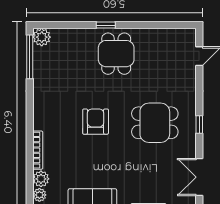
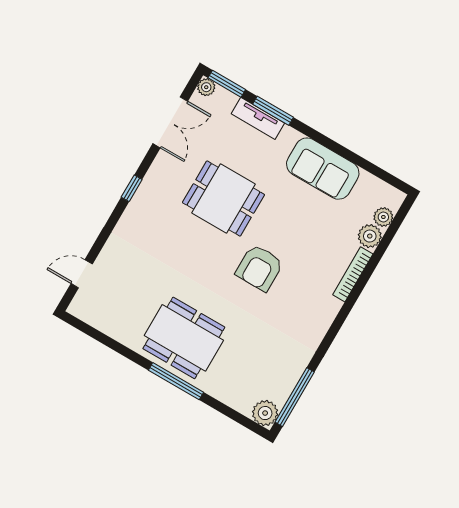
window: (106, 25) -> (176, 381), width x2.17
dining table: (116, 54) -> (184, 338), width x1.38
dining table: (155, 123) -> (224, 199), moved

